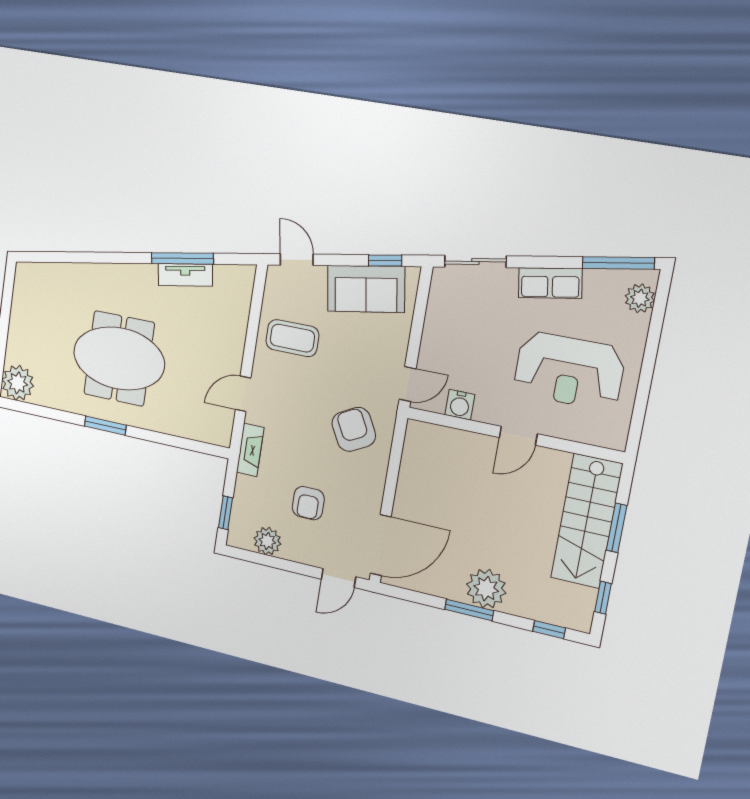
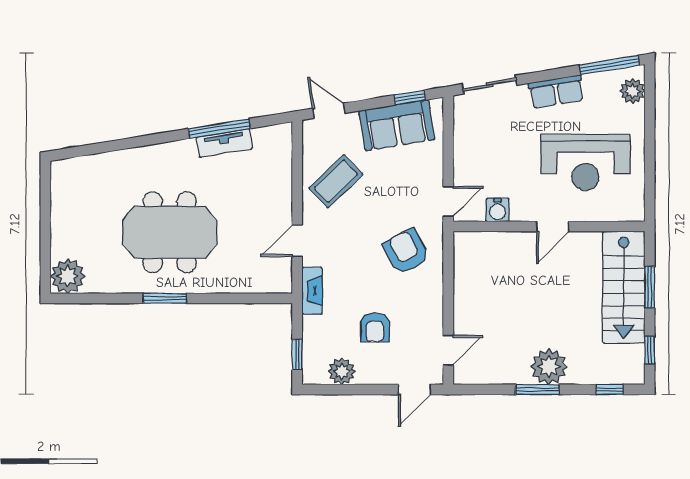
coffee table: (292, 338) -> (336, 181), turned -44
door: (381, 545) -> (448, 350), width x0.53

